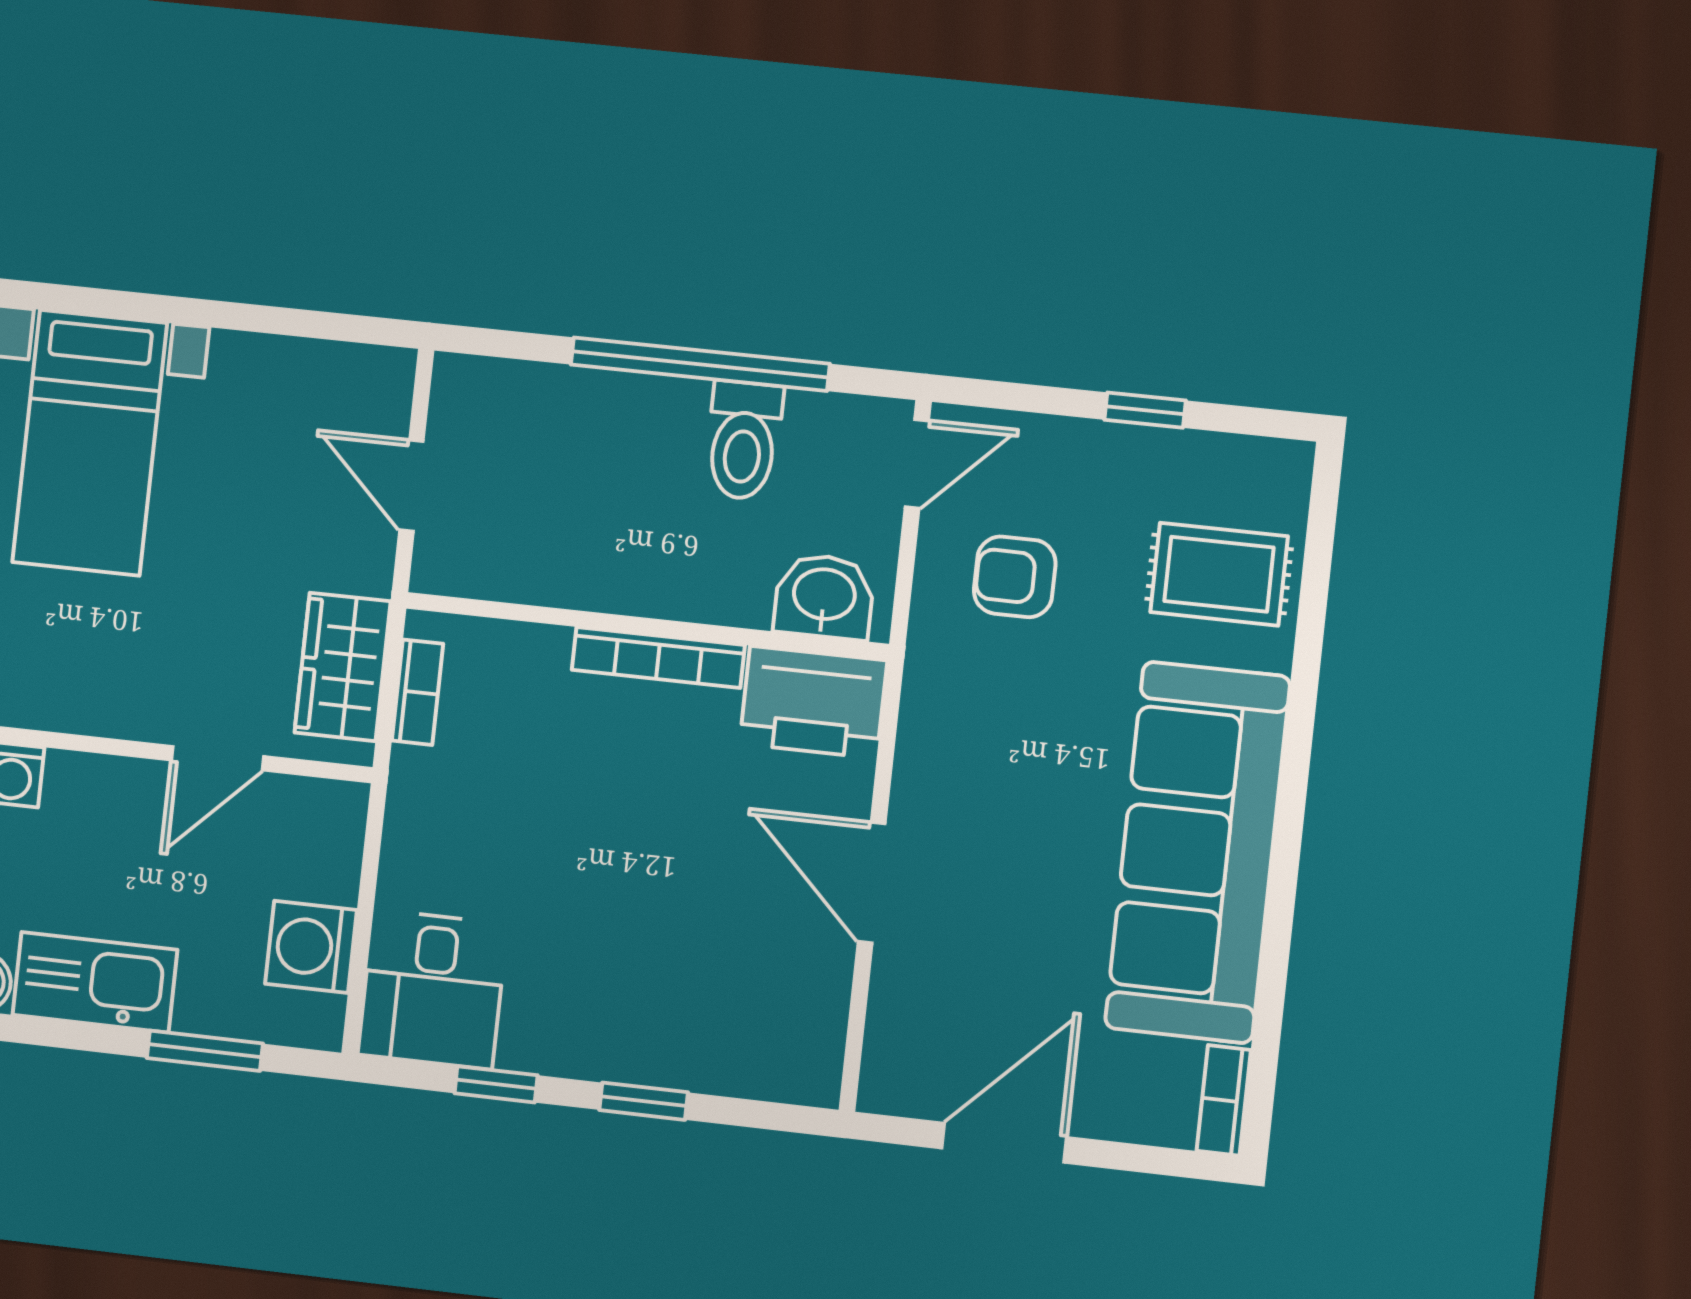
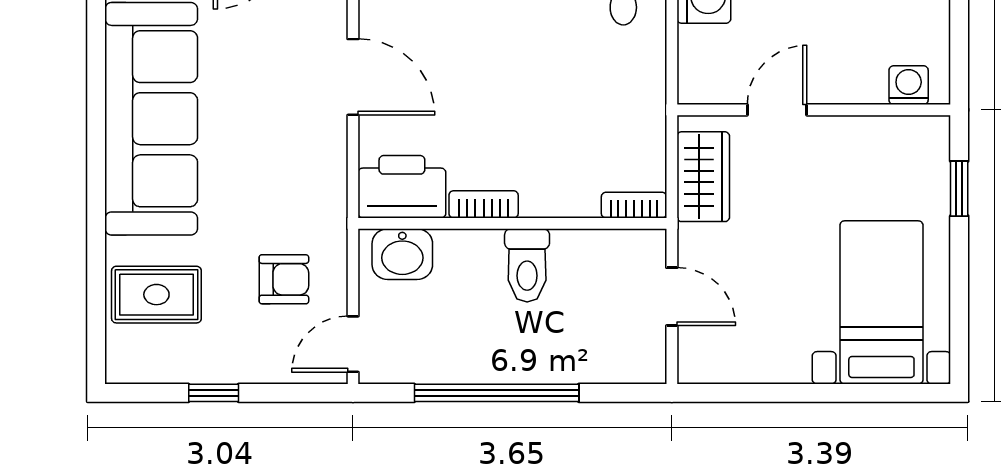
toilet: (744, 440) -> (527, 265), moved, turned 180
bookcase: (658, 657) -> (484, 204), width x0.64
bookcase: (418, 692) -> (634, 205), moved, turned 90

